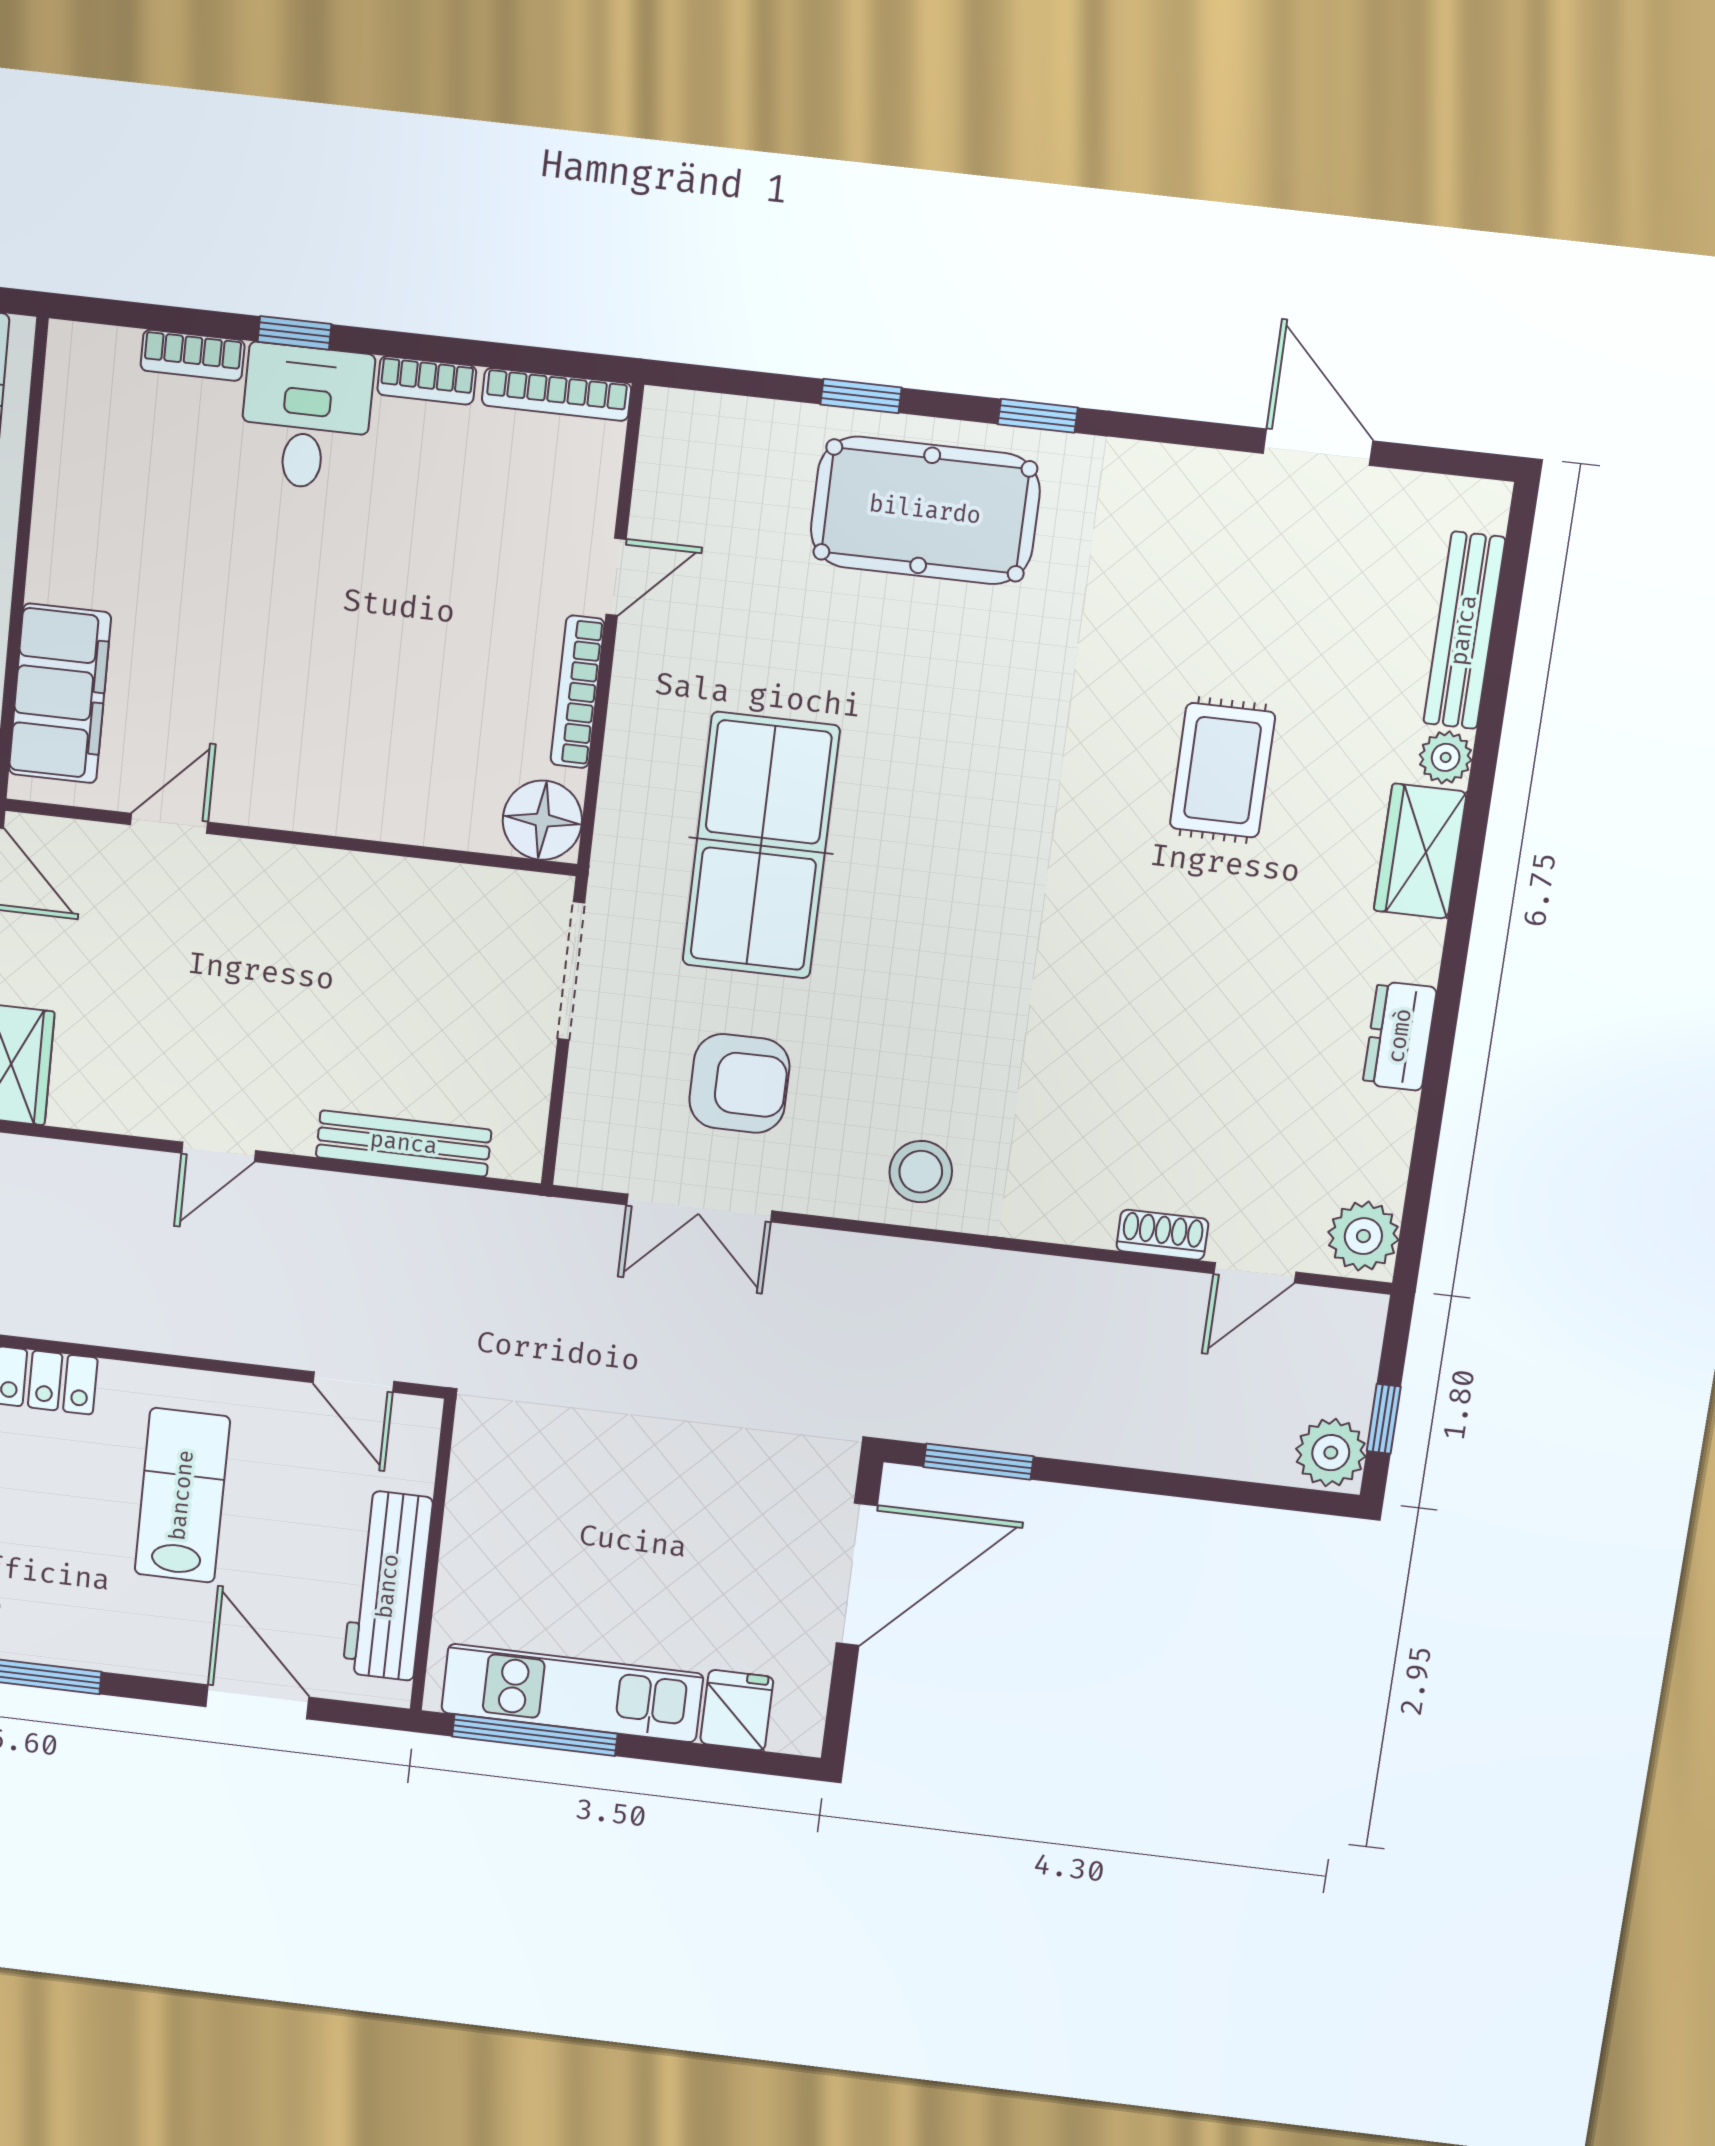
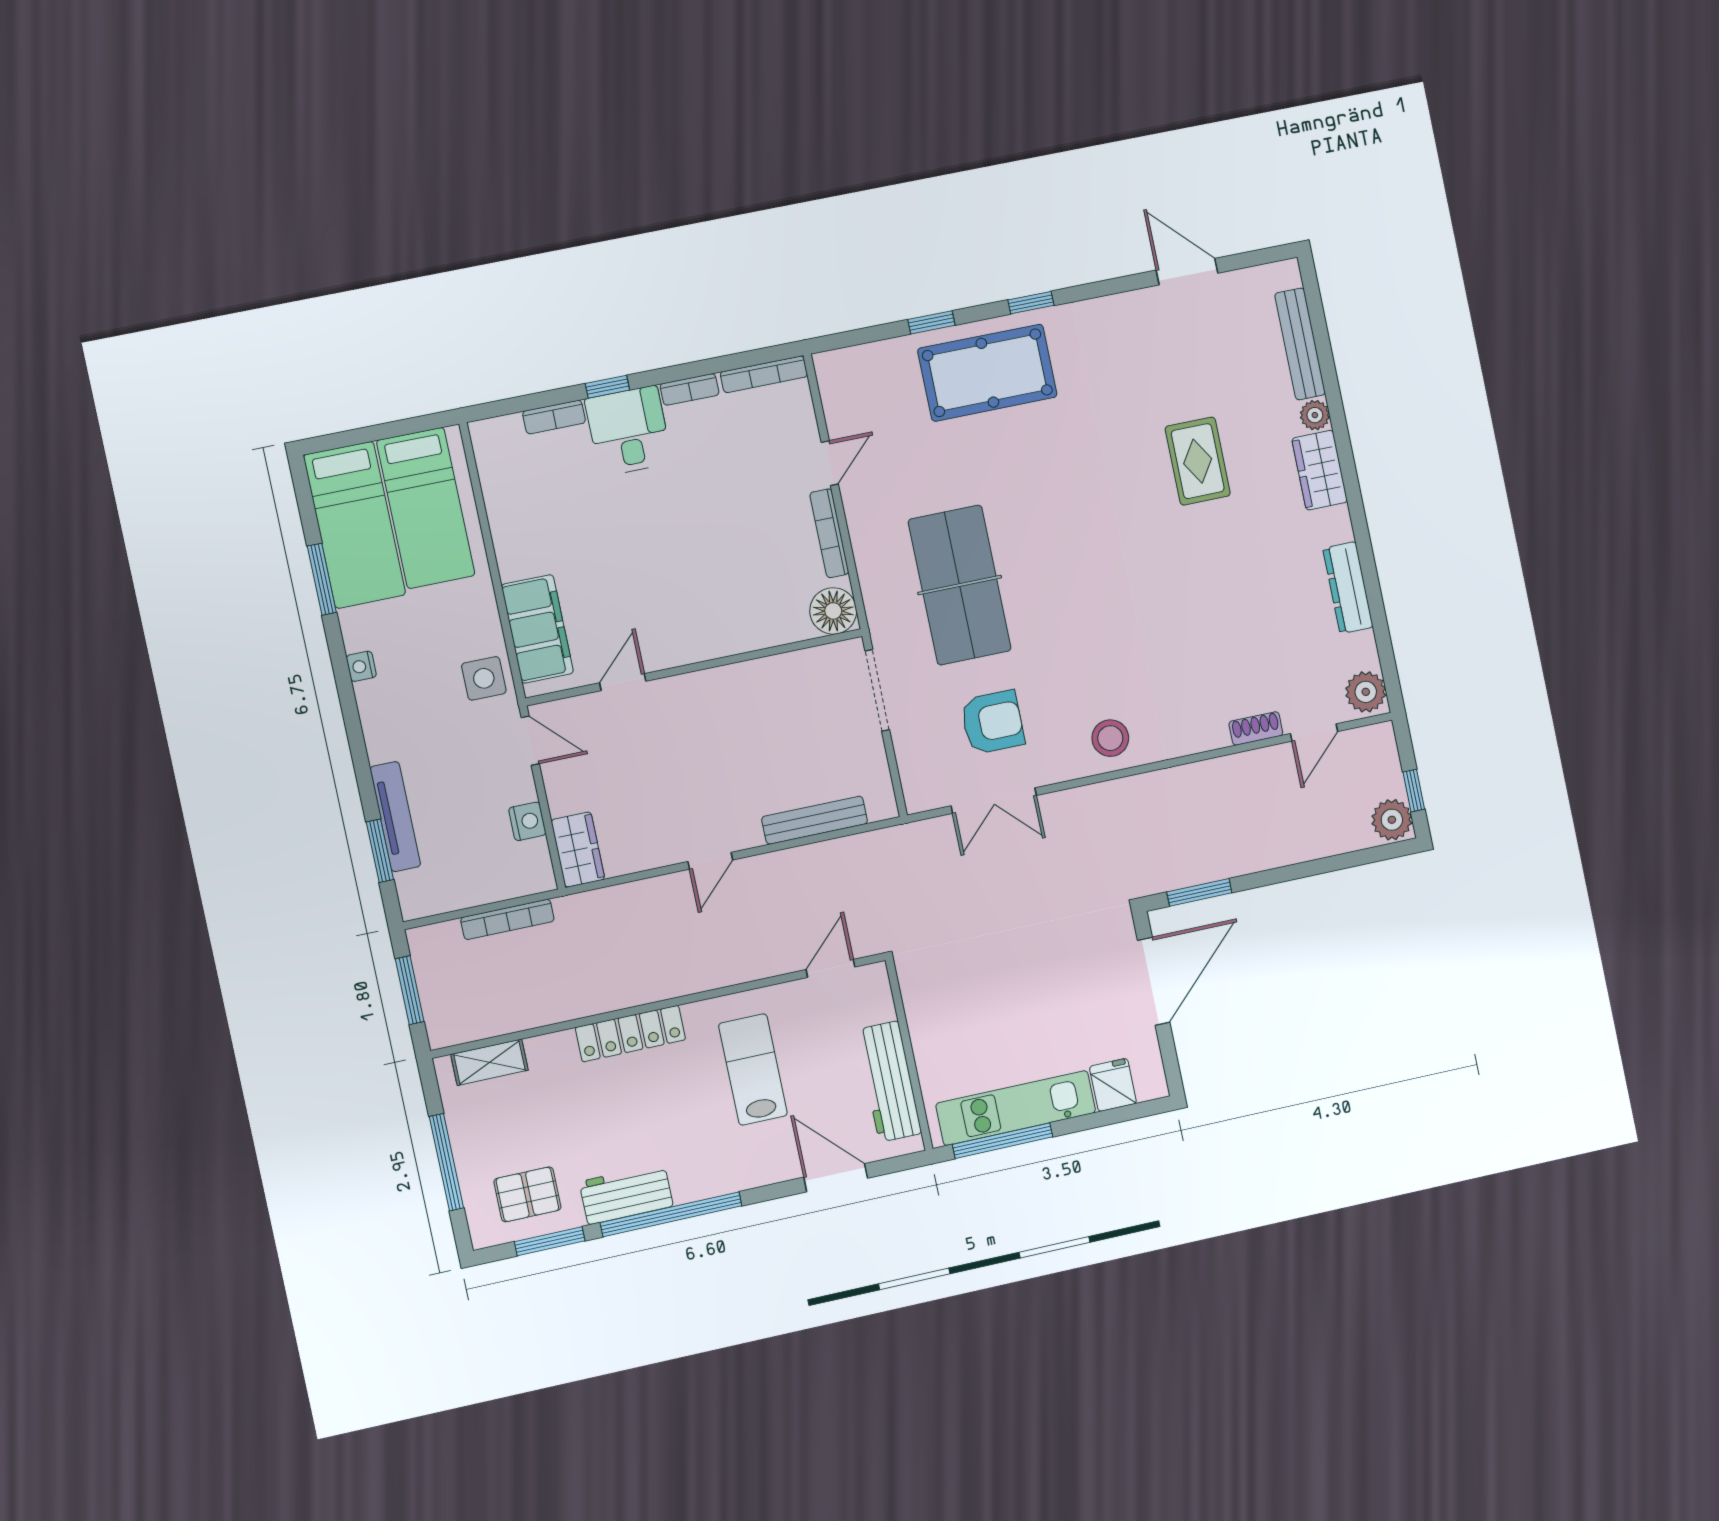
dresser: (1400, 1036) -> (1348, 588), width x1.44
door: (353, 1382) -> (830, 968), swing flipped

